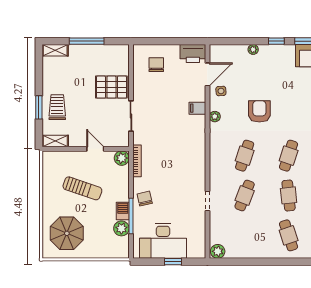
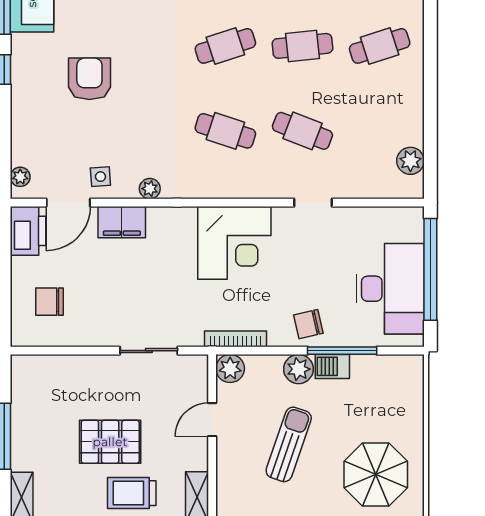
plant: (253, 49) -> (20, 177), moved
door: (207, 74) -> (68, 203), swing flipped
pallet: (111, 87) -> (110, 442), moved, turned 90
filing cabinet: (197, 108) -> (122, 222), width x2.00
armchair: (259, 111) -> (89, 79), moved, turned 90
cafe table: (289, 156) -> (225, 46), turned -36
corner desk: (187, 160) -> (234, 243), added
plant: (121, 228) -> (299, 369), moved
plant: (218, 251) -> (410, 161), moved
window: (173, 262) -> (430, 269), width x3.17

